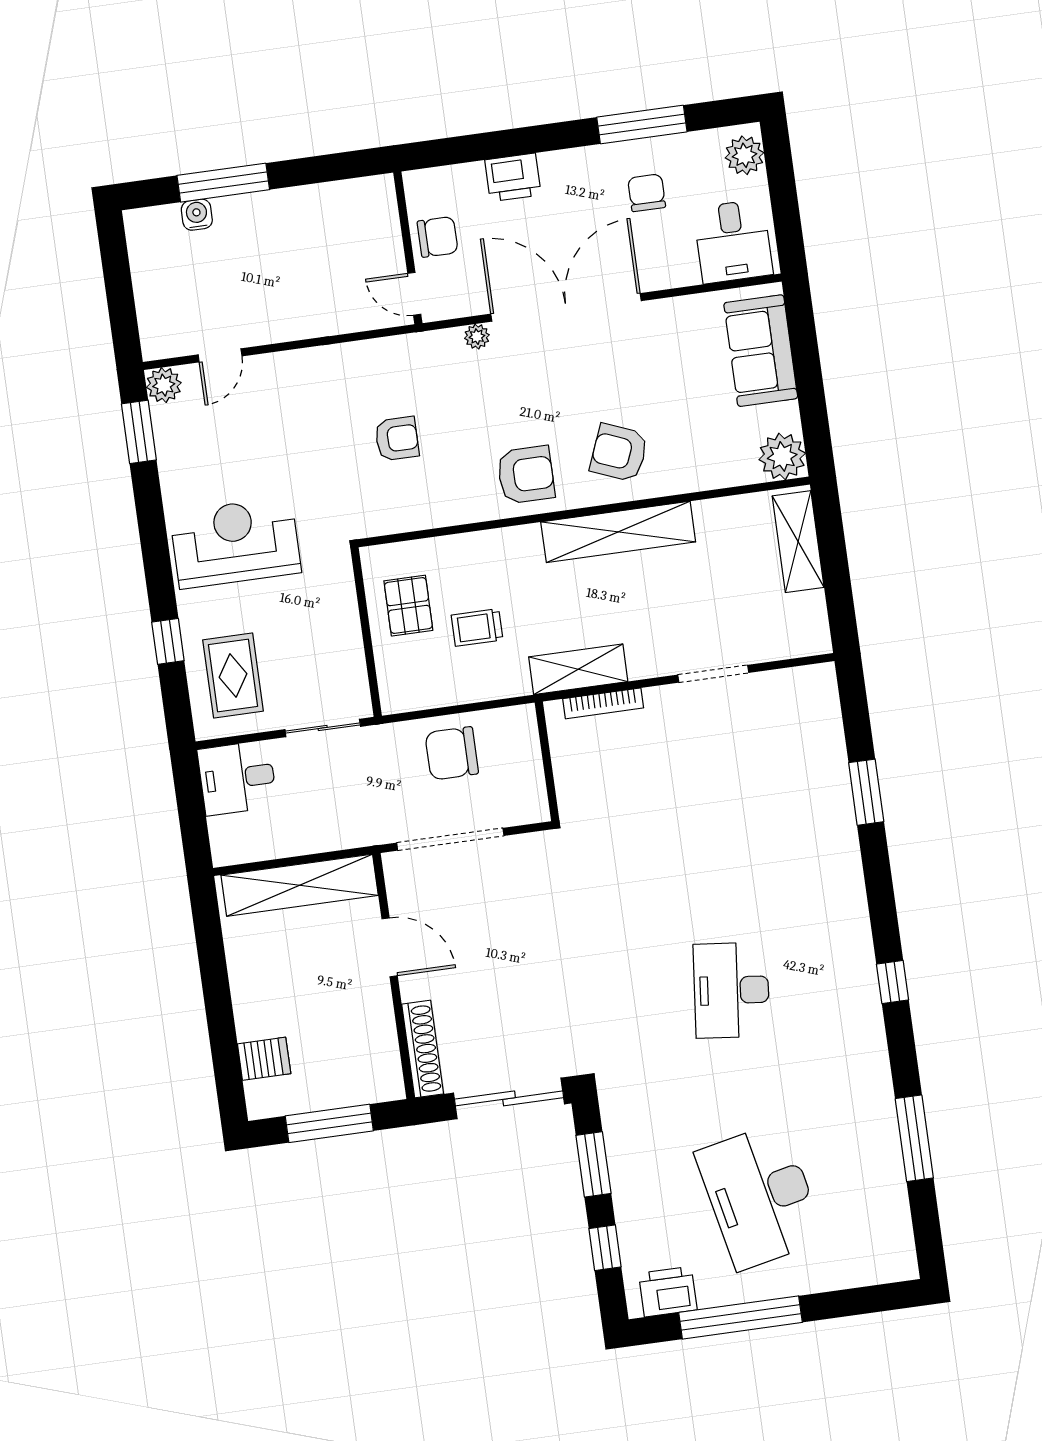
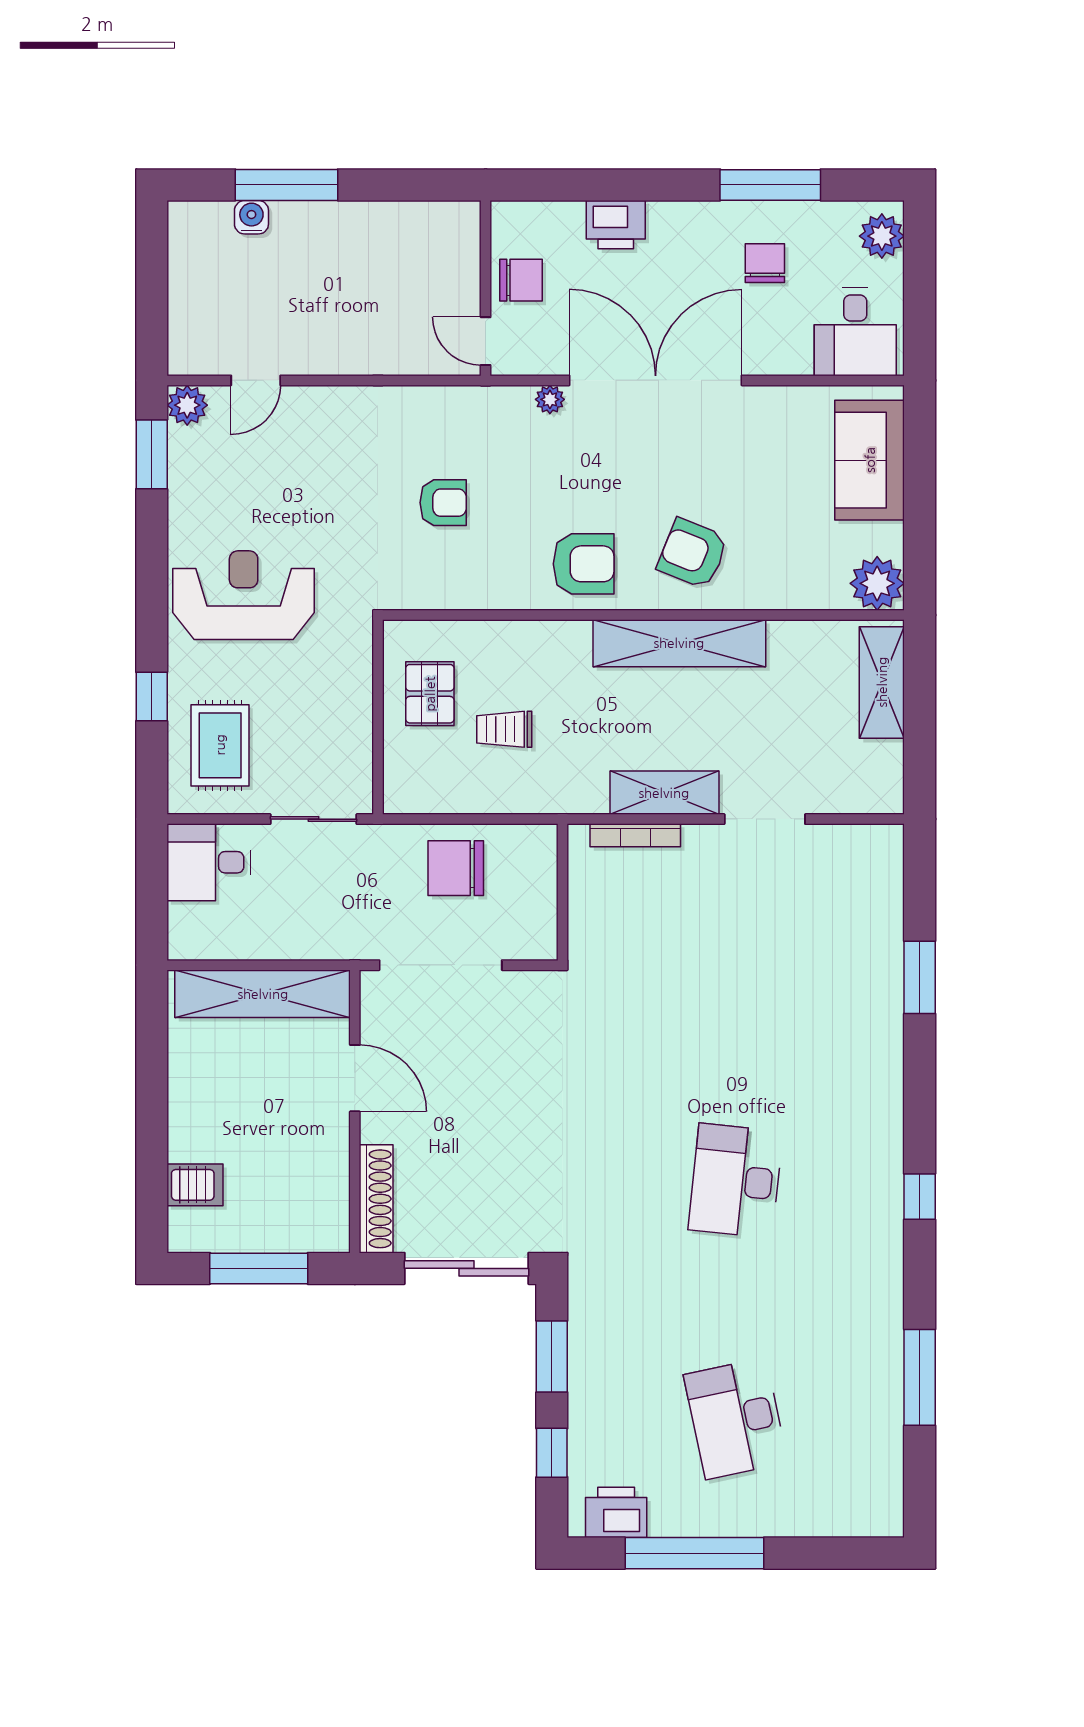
shelving: (578, 669) -> (664, 793), moved
desk: (760, 1196) -> (736, 1419), width x0.73, depth x0.77

